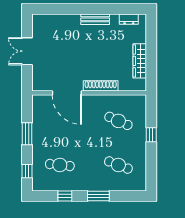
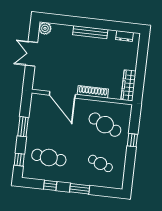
bench: (95, 19) -> (90, 32), width x1.36
plant: (39, 21) -> (45, 28), added
wardrobe: (140, 61) -> (129, 85), moved
cafe table: (118, 121) -> (105, 125), width x1.37, depth x1.35
cafe table: (60, 165) -> (49, 158), width x1.37, depth x1.35

